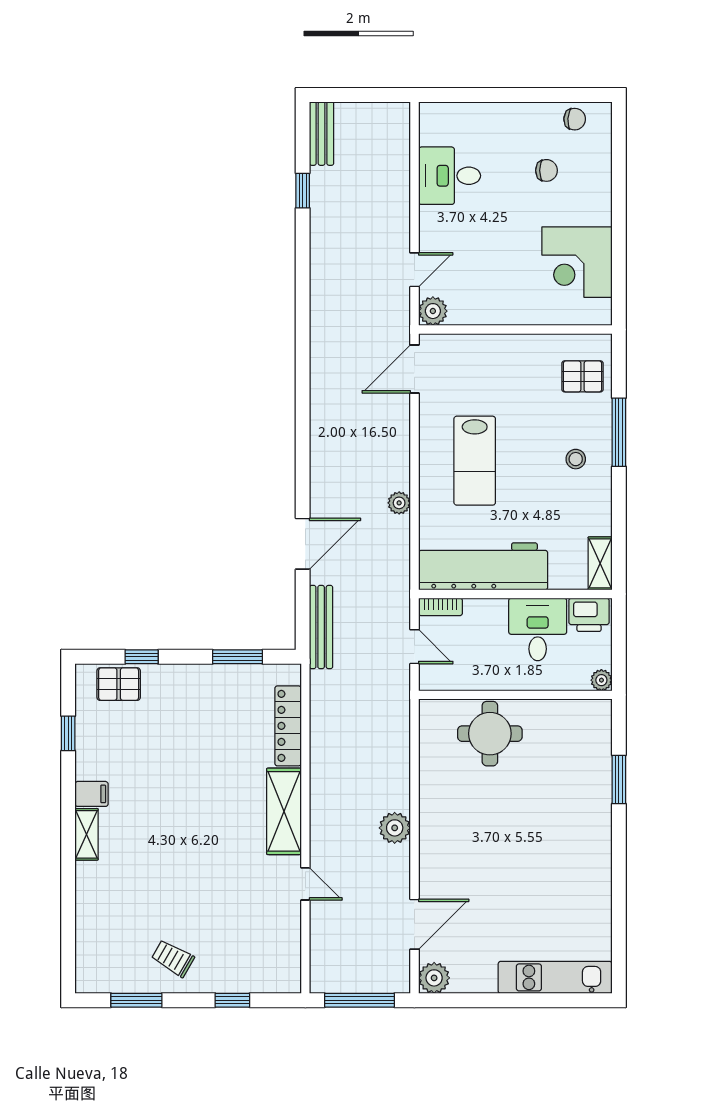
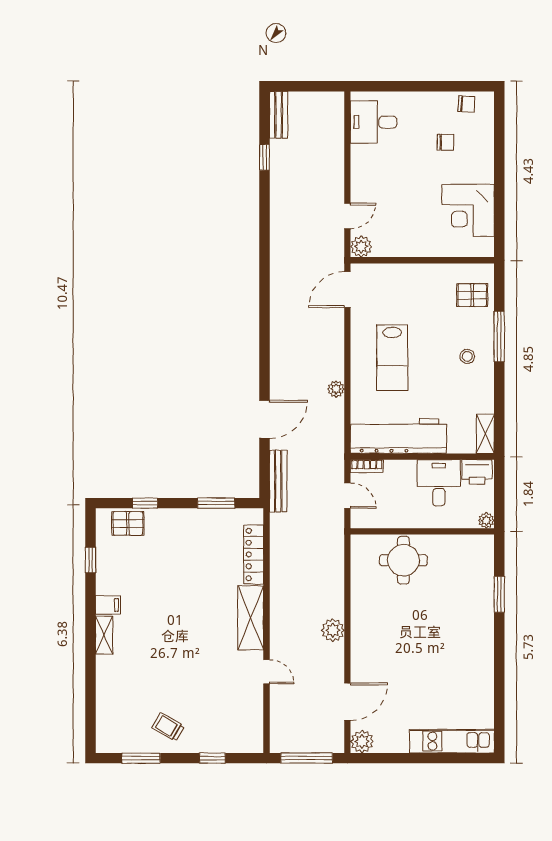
desk: (450, 176) -> (374, 122), moved

